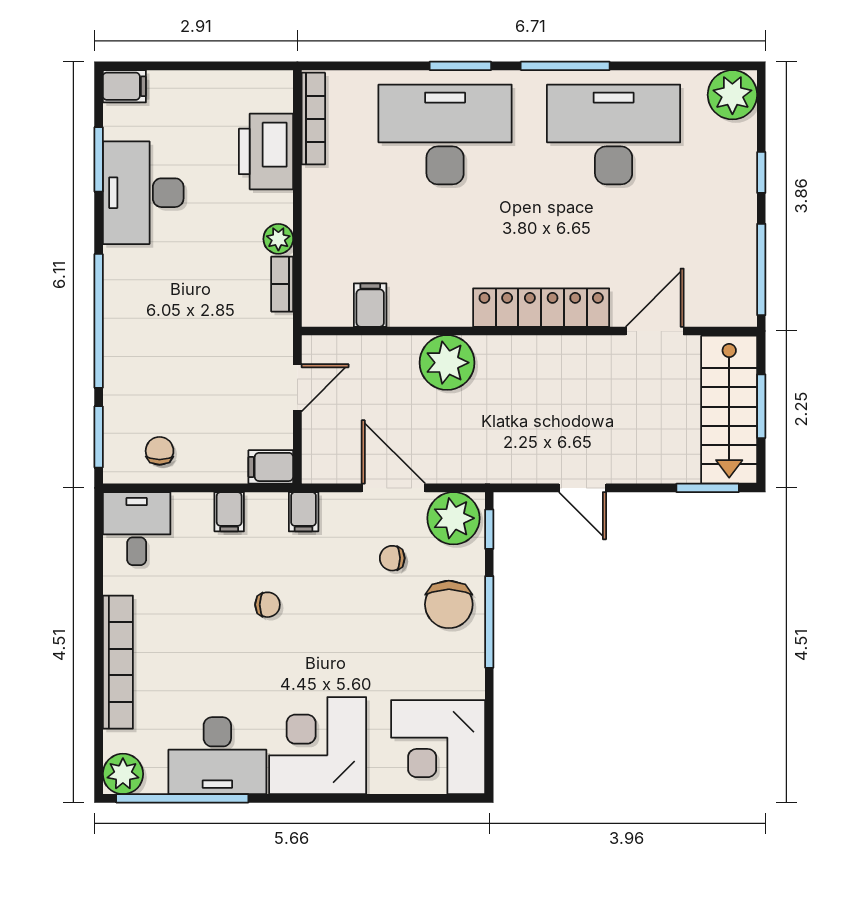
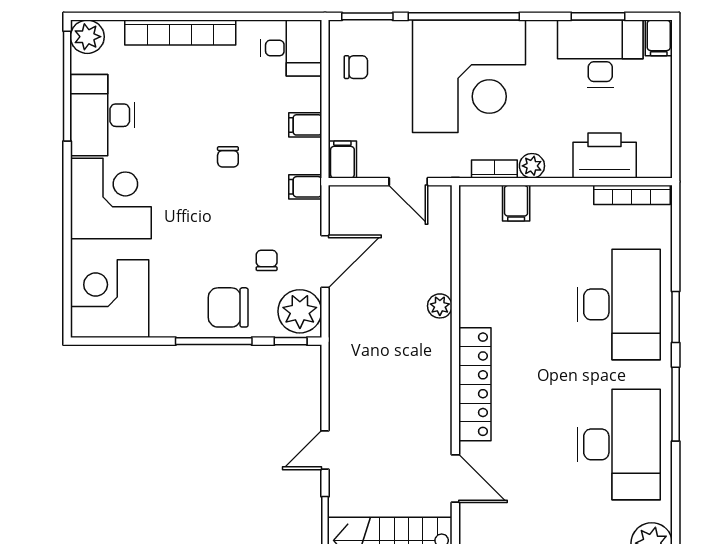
desk: (143, 193) -> (600, 53), moved
filing cabinet: (370, 305) -> (516, 203), moved, turned 90
corner desk: (171, 315) -> (469, 76), added
plant: (447, 363) -> (440, 306), width x0.53, depth x0.53
door: (582, 488) -> (325, 450), moved

